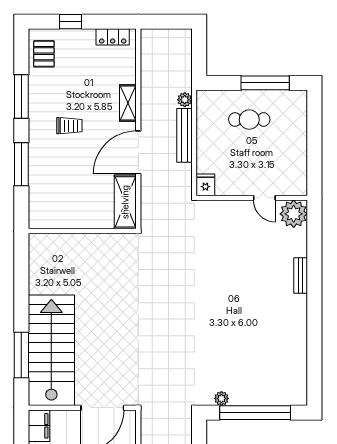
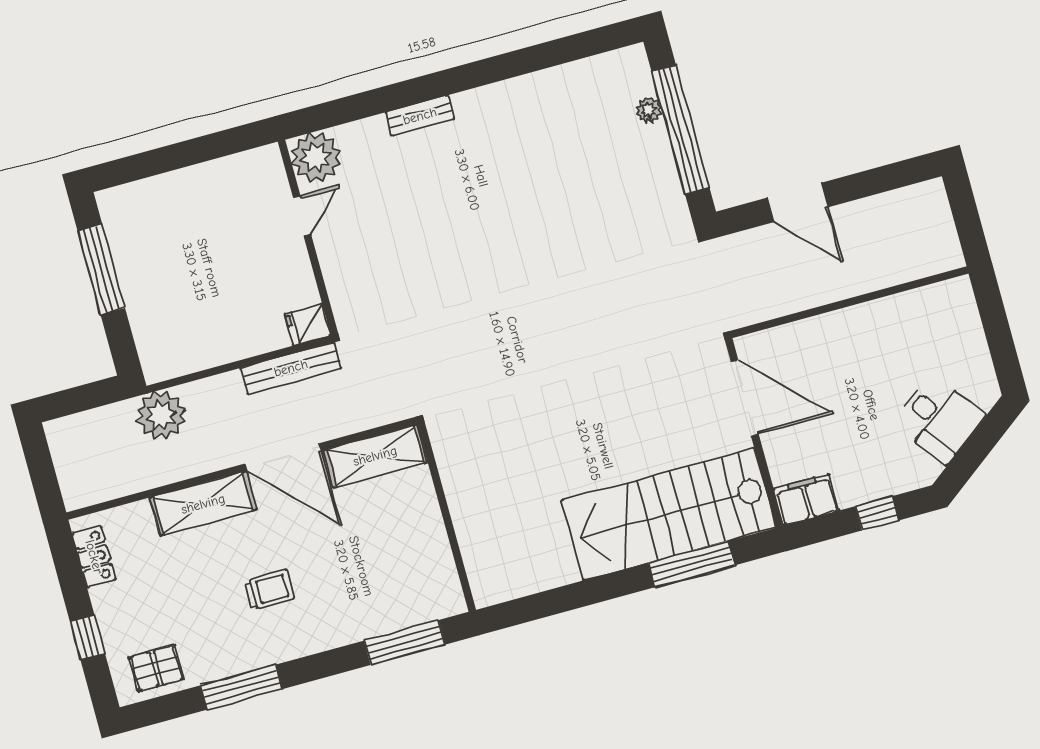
plant: (185, 100) -> (161, 415), width x1.87, depth x1.87
shelving: (128, 103) -> (203, 504), width x1.50, depth x1.33
cafe table: (249, 120) -> (173, 279), removed
trolley: (69, 126) -> (269, 590), turned 90
bench: (184, 135) -> (291, 368), moved
window: (21, 164) -> (405, 643), moved
plant: (221, 398) -> (649, 110), moved

